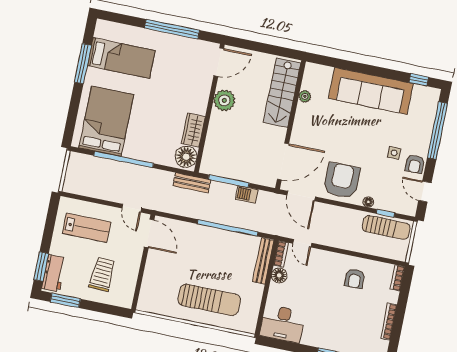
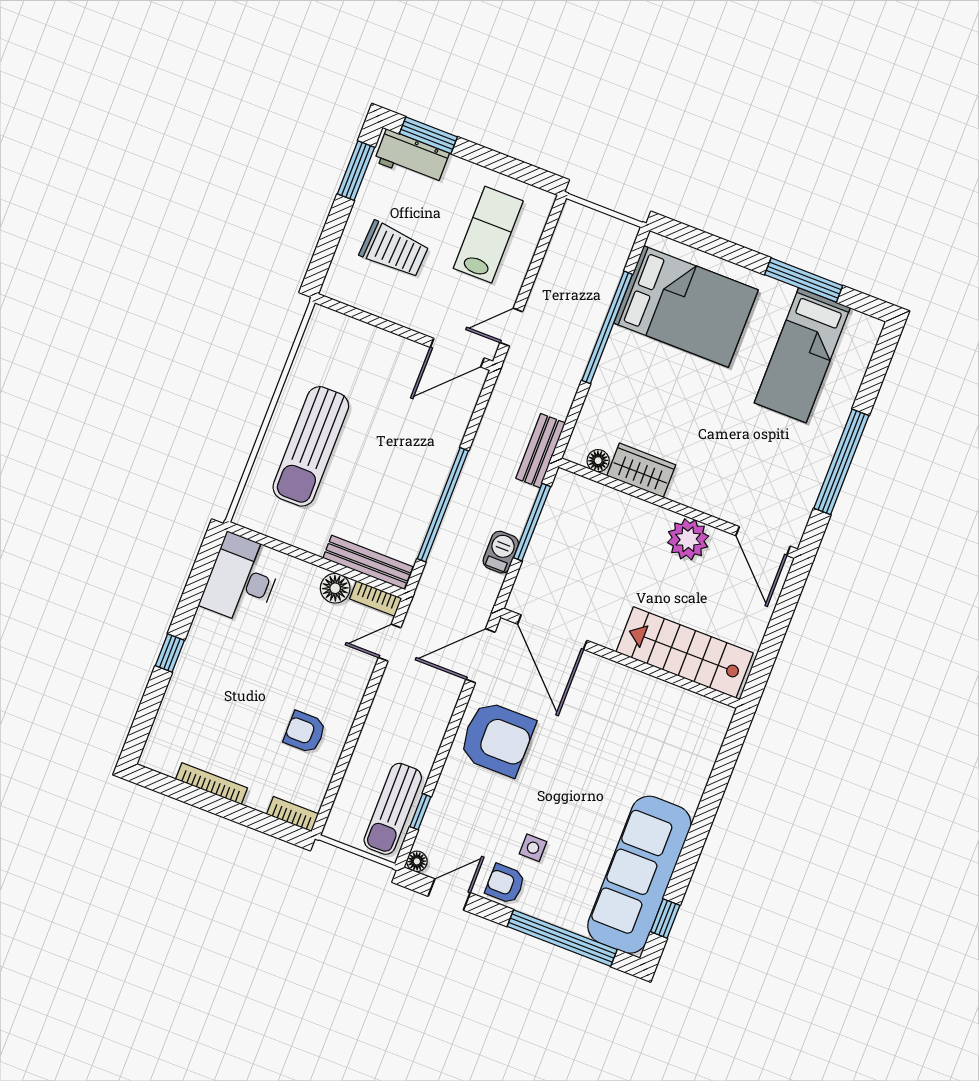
sofa: (371, 91) -> (639, 875), moved
plant: (305, 96) -> (670, 695), removed
floor lamp: (186, 157) -> (598, 461), width x0.53, depth x0.53
floor lamp: (368, 202) -> (417, 861), moved
lab bench: (87, 228) -> (488, 235), turned 180

